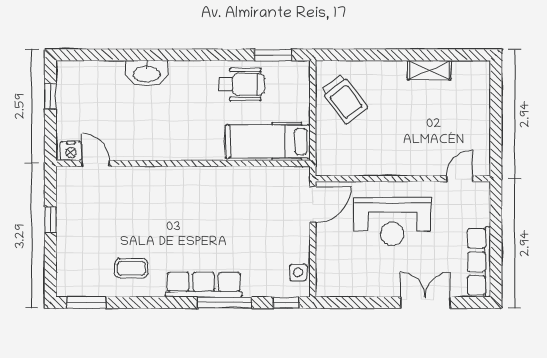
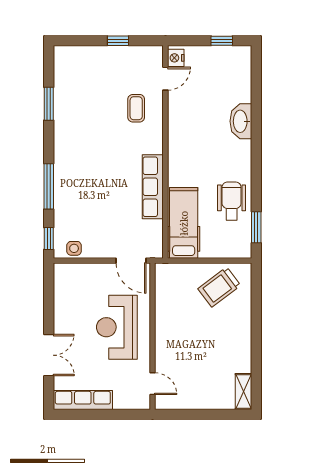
shelving: (429, 70) -> (244, 391), moved
wheelchair: (242, 84) -> (232, 201), turned 180
coffee table: (131, 268) -> (136, 108), moved
row of seats: (204, 285) -> (153, 187), moved, turned 180
window: (86, 303) -> (49, 104), moved

